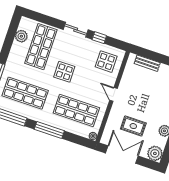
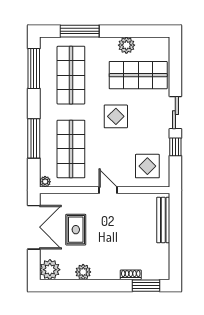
plant: (21, 36) -> (126, 45), moved
bench: (147, 63) -> (163, 220), width x1.36
door: (114, 94) -> (108, 190), hinge flipped
window: (49, 130) -> (34, 138), moved

